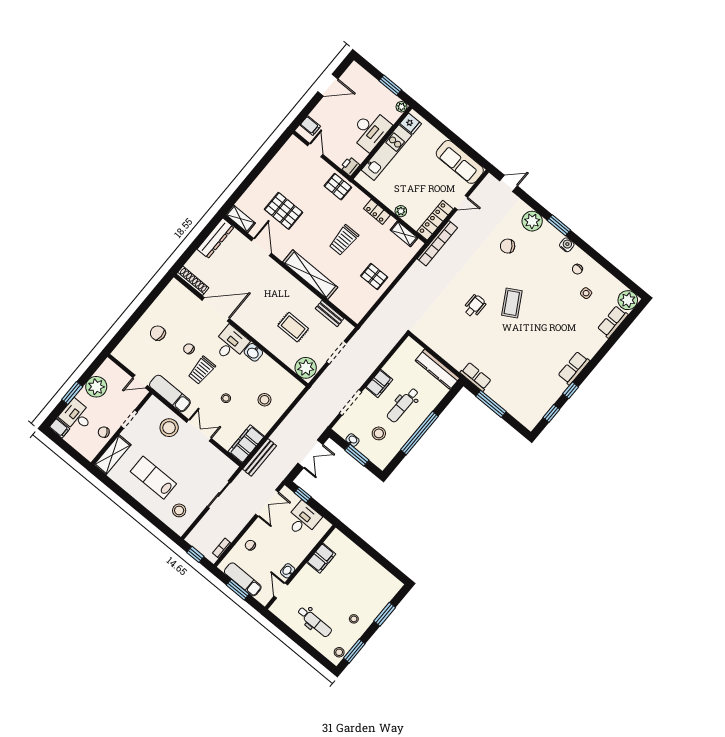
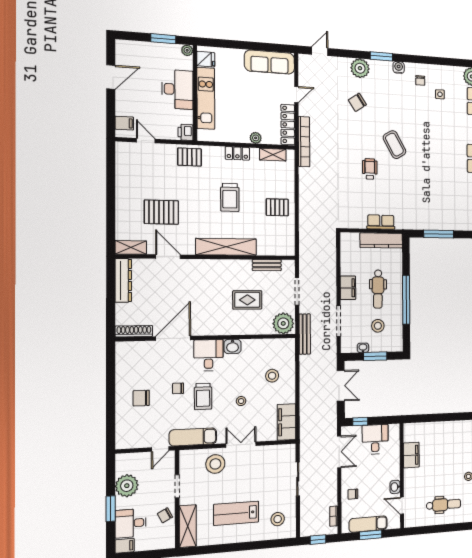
row of seats: (476, 377) -> (381, 222), moved
bench: (259, 457) -> (305, 334), moved

